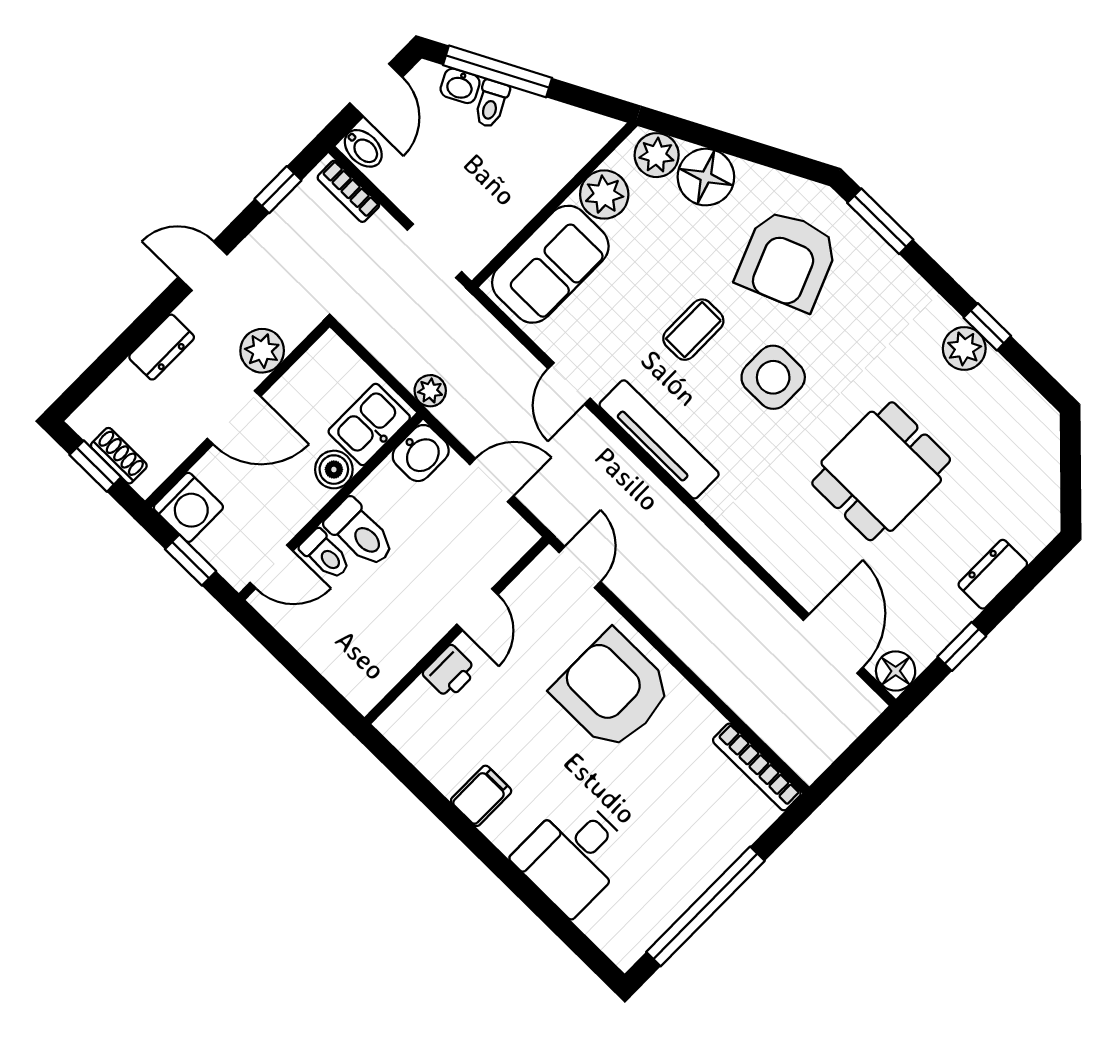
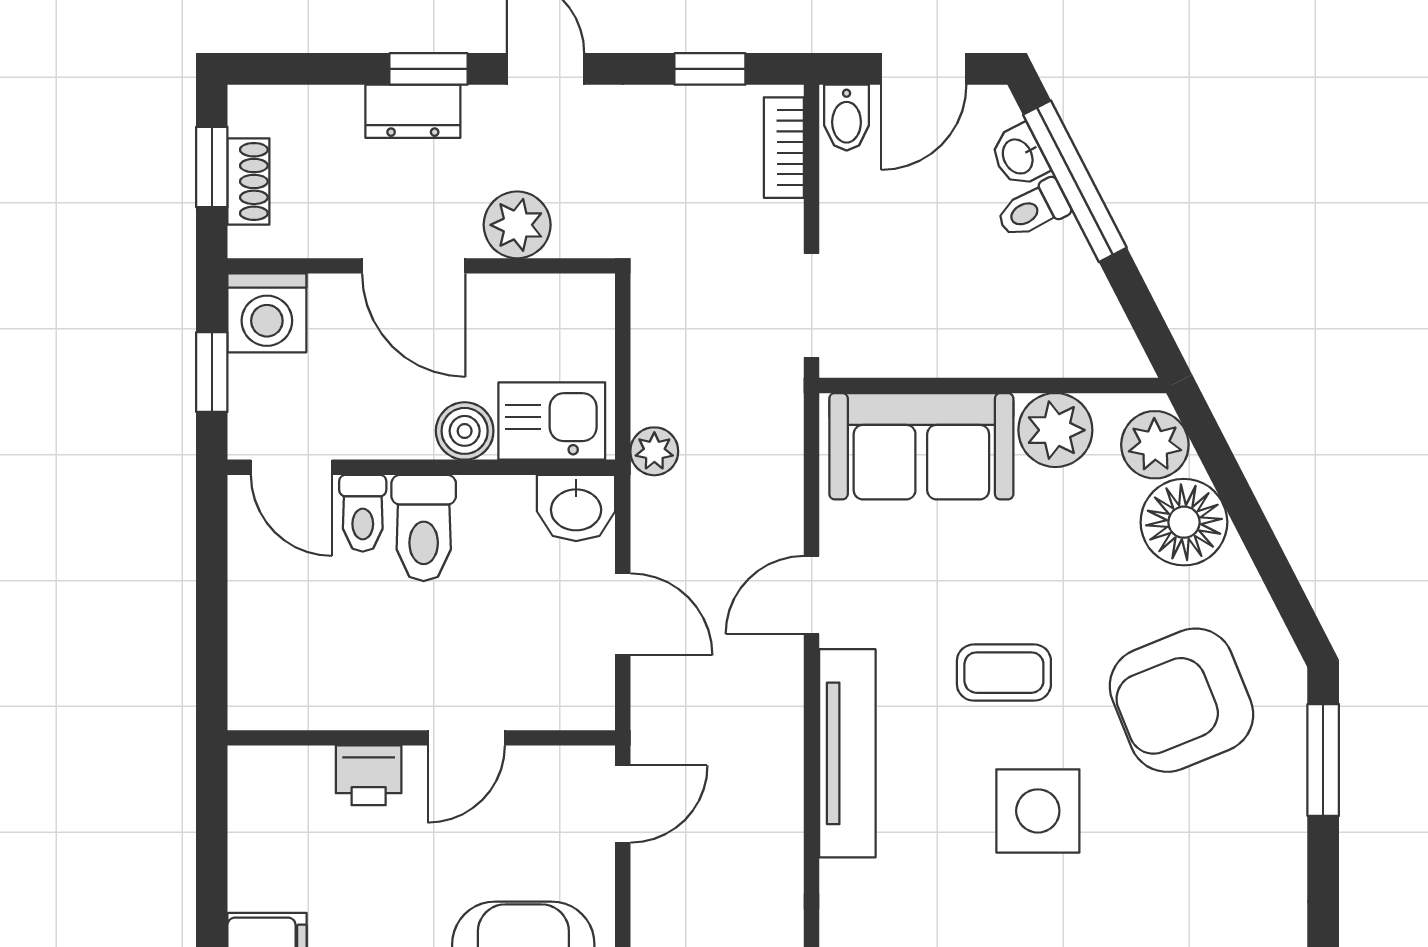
window: (149, 320) -> (429, 69), added

